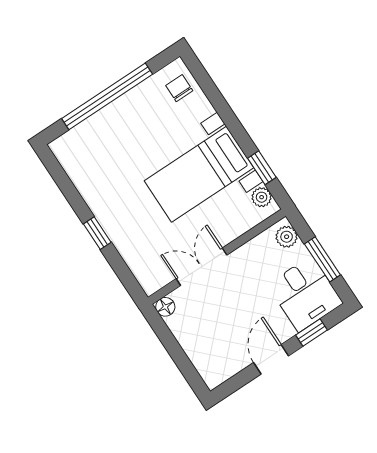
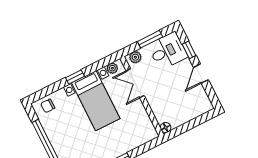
window: (262, 168) -> (75, 77), moved
double door: (202, 267) -> (135, 83), moved
door: (271, 359) -> (201, 74), hinge flipped

